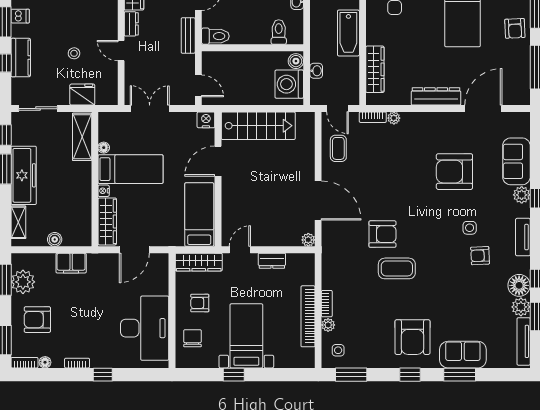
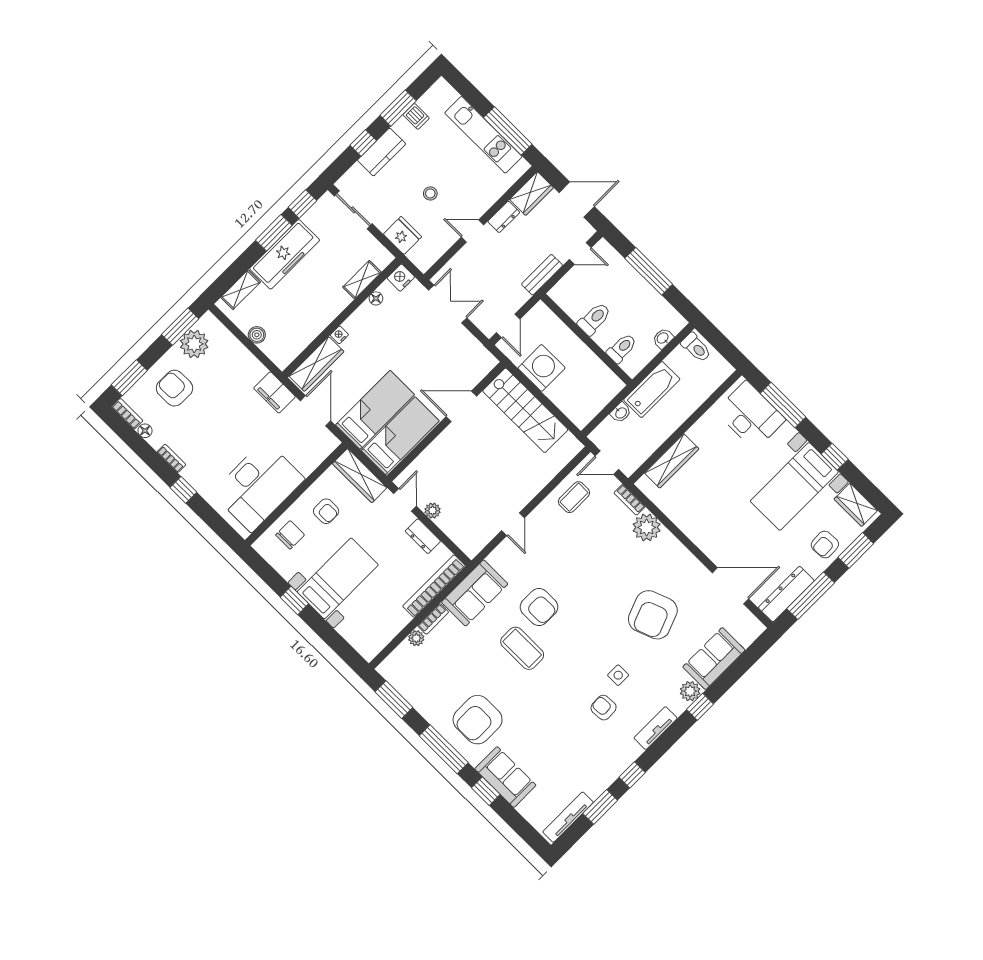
bathtub: (348, 33) -> (652, 390), moved, turned 180
toilet: (215, 36) -> (594, 319), moved, turned -90
door: (121, 51) -> (472, 231), hinge flipped
boiler: (296, 61) -> (612, 387), removed
washing machine: (289, 84) -> (542, 368), moved, turned 90
dresser: (436, 96) -> (786, 594), moved, turned -90
door: (337, 109) -> (607, 463), hinge flipped
plant: (394, 118) -> (647, 527), width x1.88, depth x1.88
nightstand: (206, 120) -> (401, 278), moved, turned -90
shelving: (82, 137) -> (362, 280), width x0.67, depth x0.75
bed: (130, 169) -> (375, 410), moved, turned -90
armchair: (454, 172) -> (653, 615), turned -111
door: (318, 200) -> (513, 524), width x0.53
plant: (308, 240) -> (433, 511), moved
door: (134, 250) -> (316, 411), swing flipped
door: (240, 250) -> (405, 500), hinge flipped
filing cabinet: (71, 263) -> (275, 392), moved
sofa: (336, 264) -> (475, 593), added
floor lamp: (519, 285) -> (611, 766), removed
armchair: (200, 303) -> (326, 511), turned 180
plant: (521, 307) -> (595, 786), removed
bookcase: (308, 316) -> (434, 586), moved
side table: (338, 350) -> (403, 668), removed
window: (410, 375) -> (444, 749), width x2.17
window: (460, 375) -> (486, 791), width x0.67

